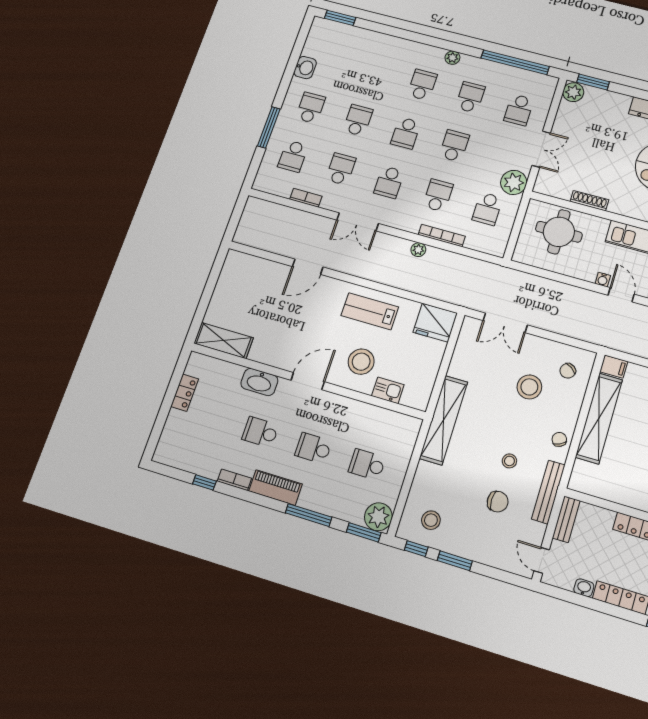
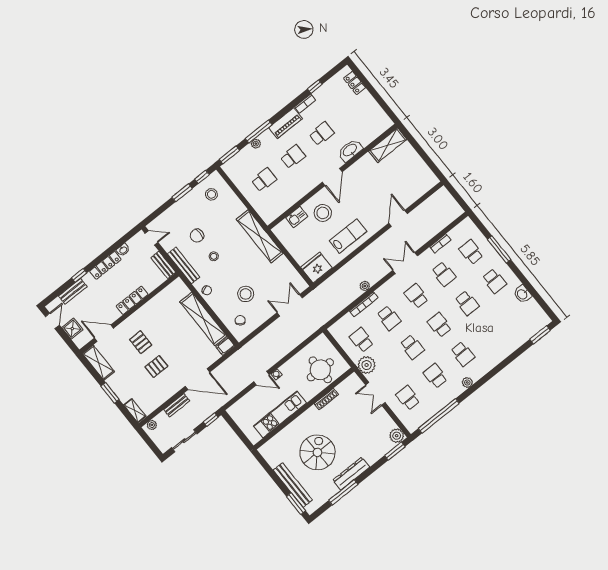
school desk: (470, 97) -> (435, 376), turned 180
locker: (185, 393) -> (355, 83), moved
plant: (378, 517) -> (256, 144), moved, width x0.53, depth x0.53

